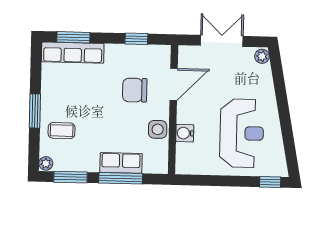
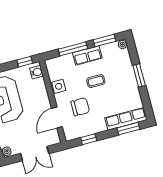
coffee table: (62, 131) -> (96, 81), moved
water cooler: (185, 133) -> (37, 72), moved
row of seats: (121, 163) -> (87, 55), moved
window: (197, 180) -> (25, 62), added

